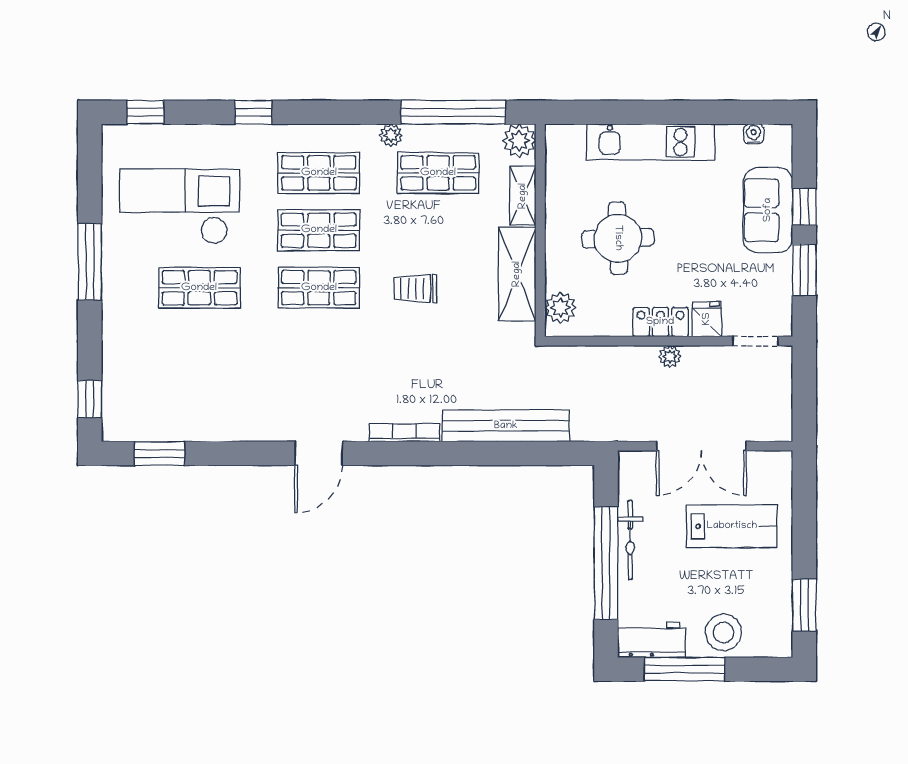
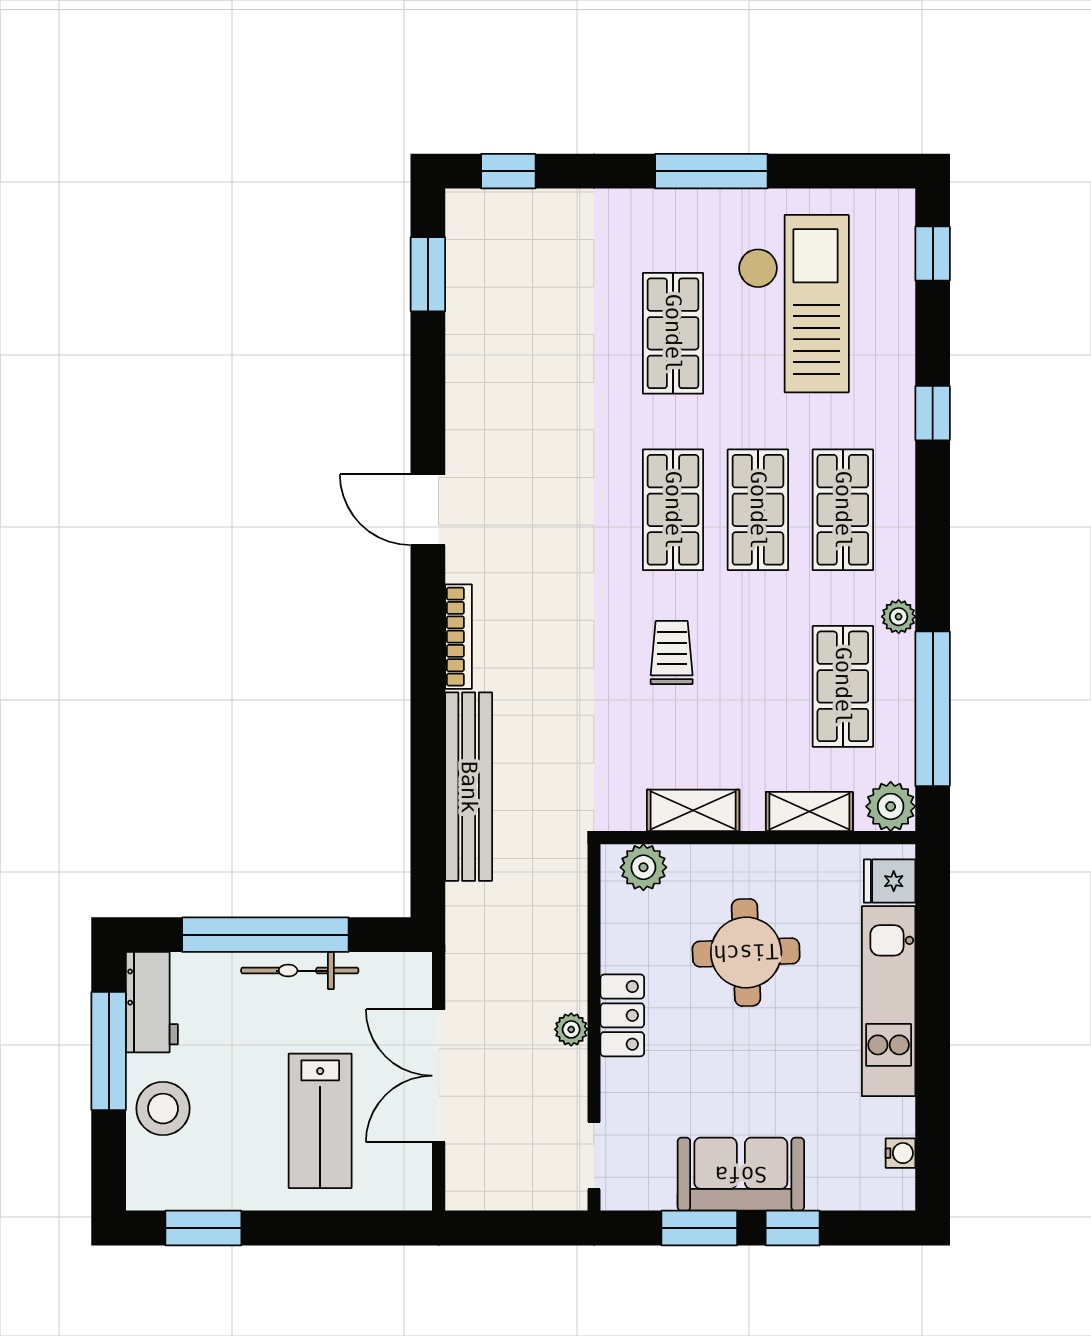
sofa: (768, 210) -> (741, 1174), moved
shelving: (517, 274) -> (693, 810), width x0.67, depth x0.75
fridge: (707, 319) -> (890, 881), moved, turned 180

